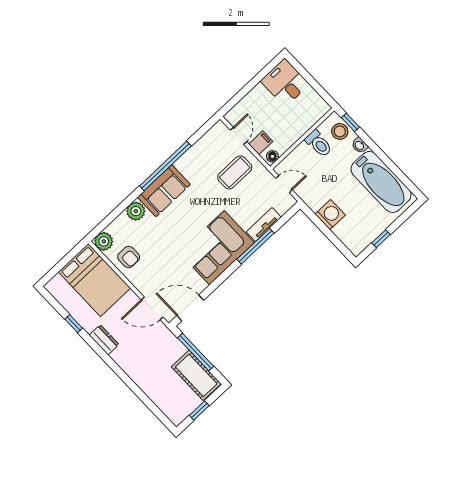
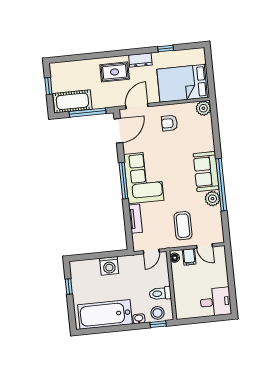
plant: (136, 211) -> (212, 199), moved
window: (256, 246) -> (123, 181), moved
armchair: (129, 257) -> (169, 123), moved
rug: (135, 356) -> (115, 72), added

